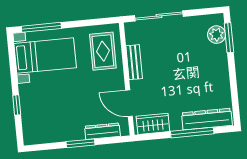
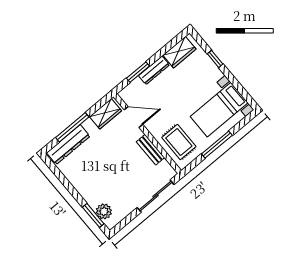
window: (41, 27) -> (217, 145), moved
dresser: (102, 131) -> (154, 70), moved
wardrobe: (45, 134) -> (179, 52), added
window: (80, 143) -> (138, 72), moved

